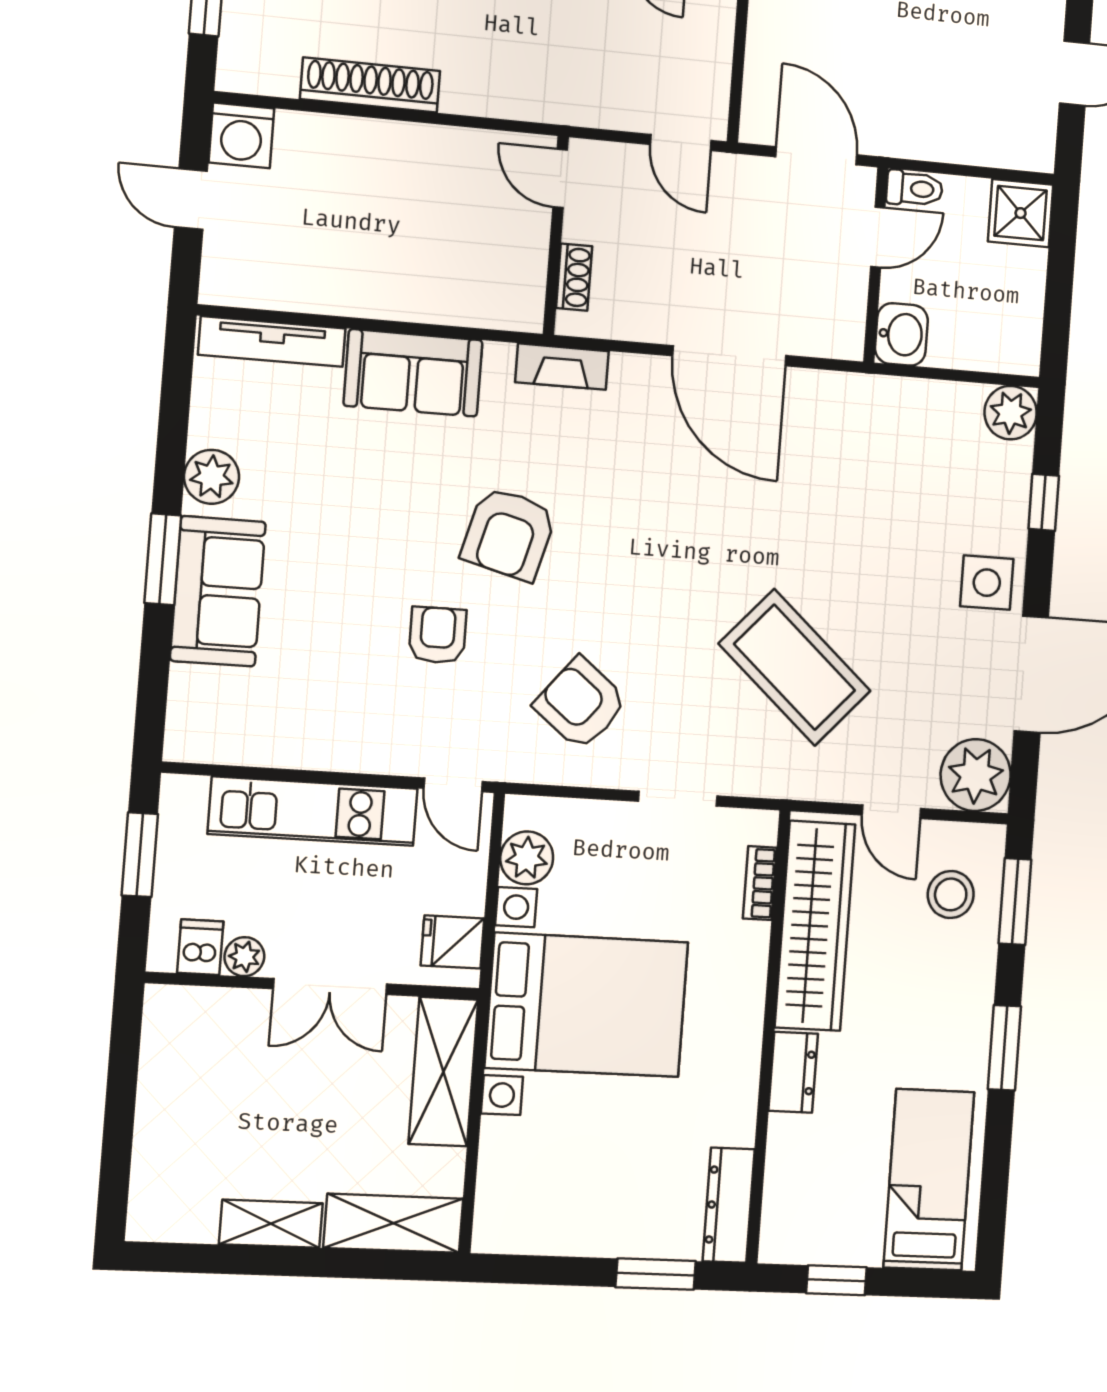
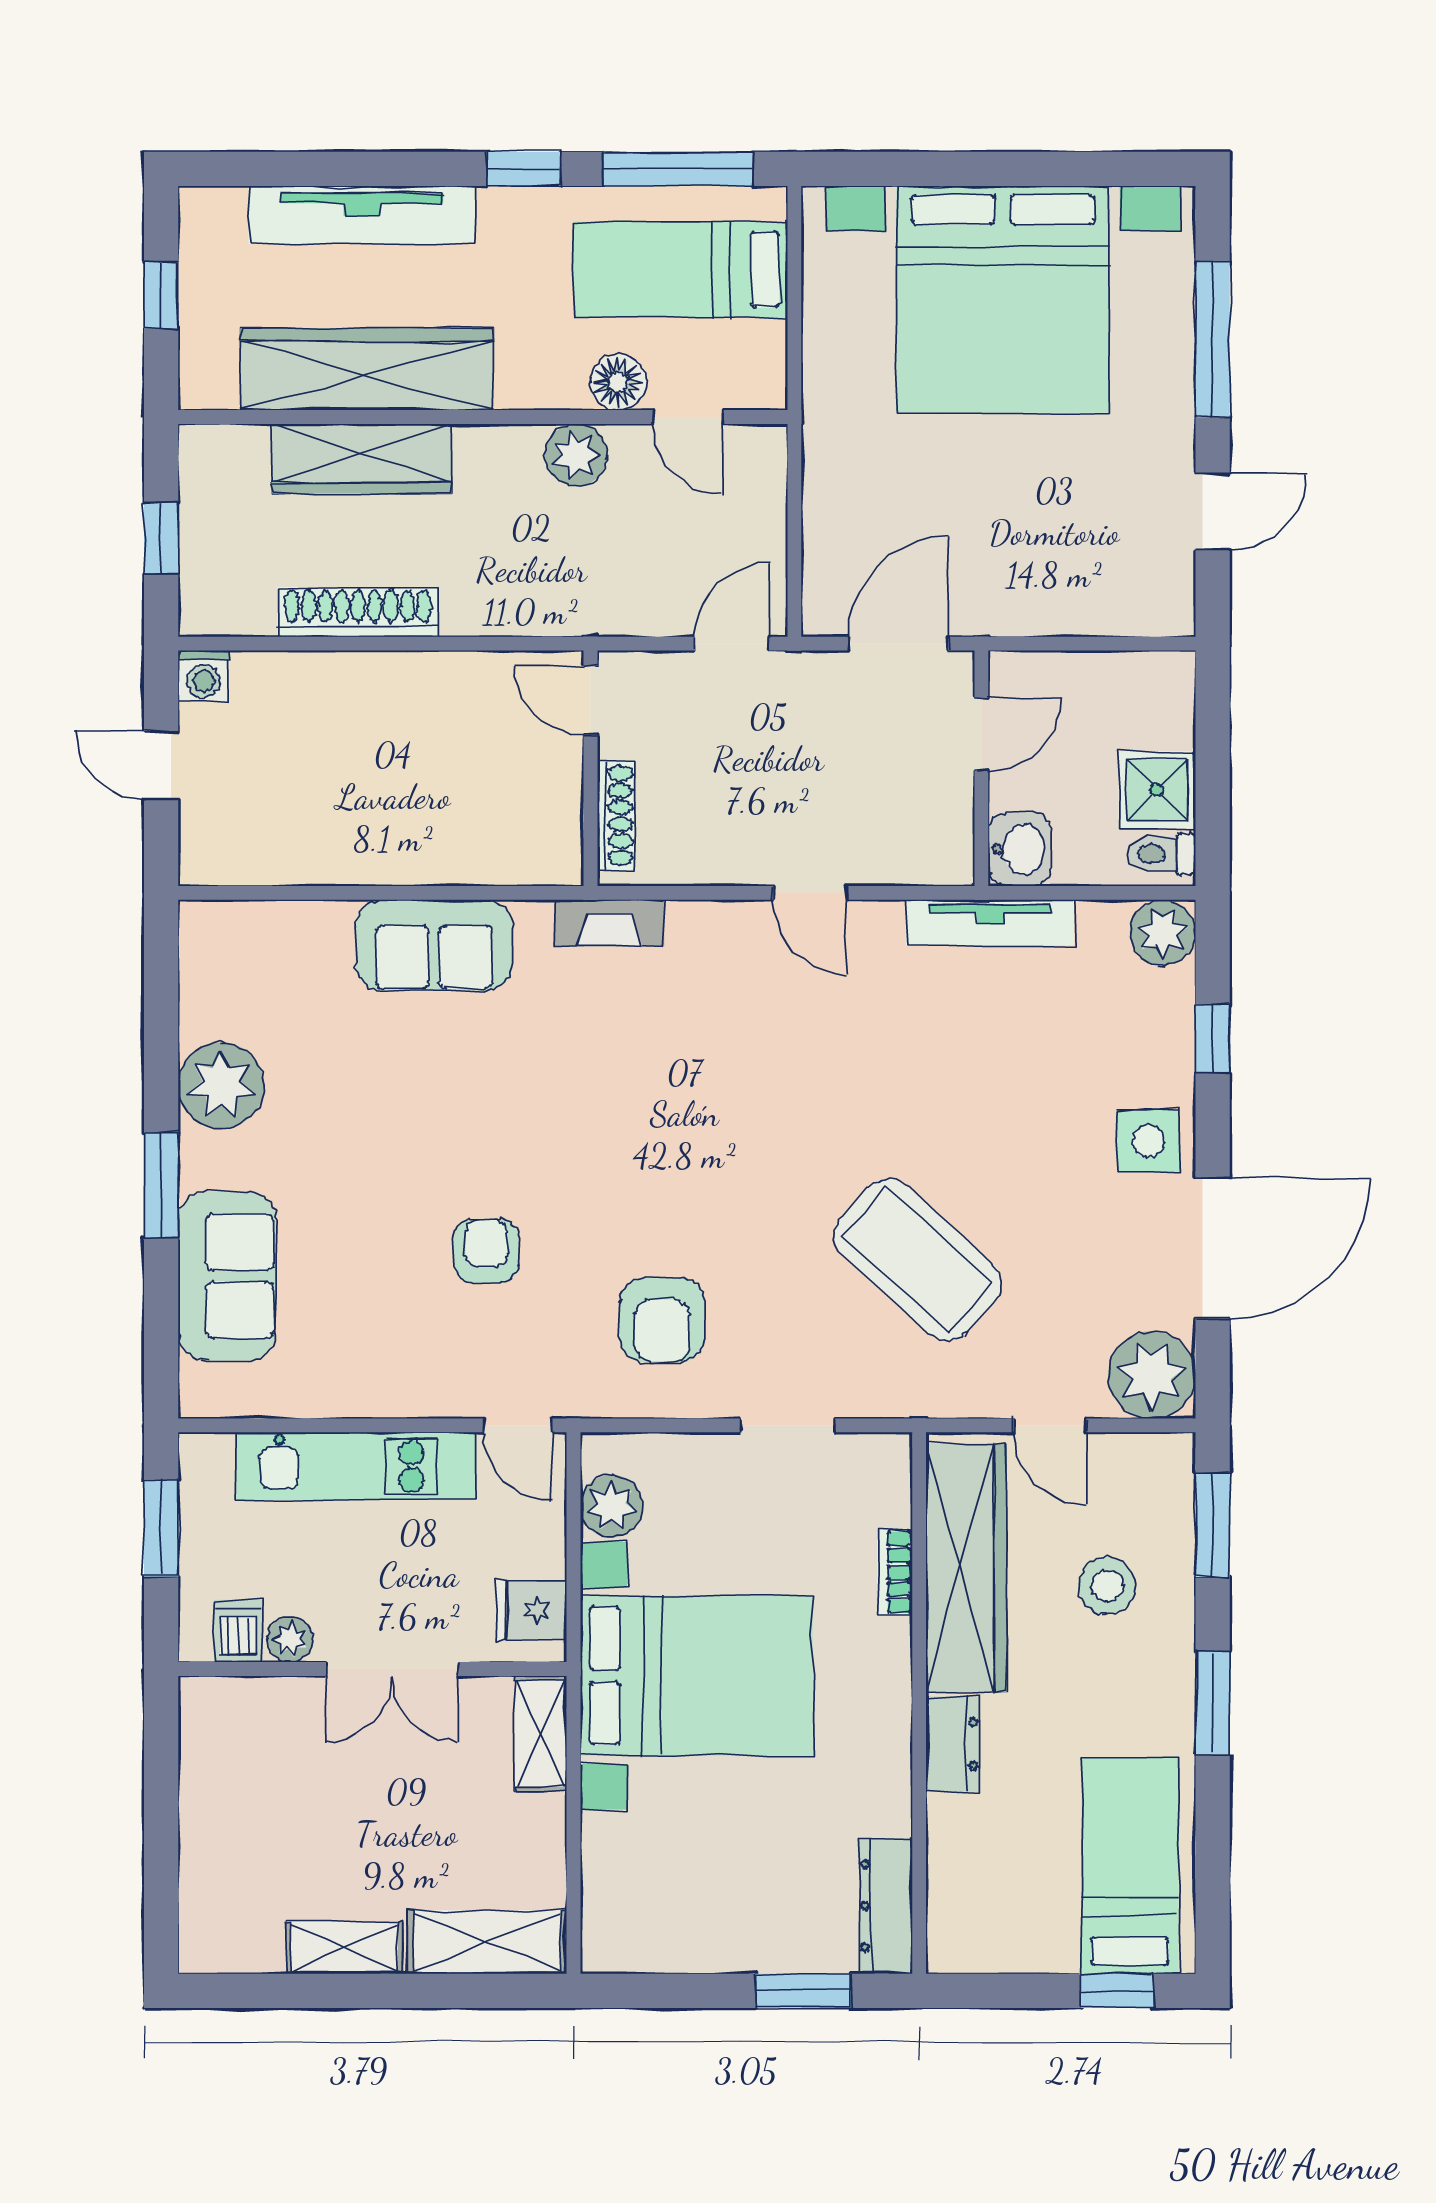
washing machine: (241, 135) -> (204, 676), width x0.73, depth x0.73
door: (681, 143) -> (732, 644), swing flipped
door: (816, 156) -> (898, 644), hinge flipped
toilet: (915, 189) -> (1161, 854), moved, turned 180
shower: (1021, 213) -> (1157, 790), moved
shoe rack: (574, 277) -> (616, 816), width x1.43
tv unit: (272, 342) -> (990, 922), moved
door: (729, 356) -> (810, 893), width x0.53
plant: (212, 477) -> (221, 1085), width x1.36, depth x1.36
armchair: (509, 534) -> (561, 1125), removed
sofa: (218, 591) -> (227, 1276), moved
armchair: (581, 704) -> (662, 1320), turned -129
bookcase: (760, 883) -> (895, 1572), moved
stool: (951, 894) -> (1107, 1586), moved
shelving: (443, 1072) -> (541, 1734), width x0.67, depth x0.75
window: (836, 1280) -> (1117, 1991), moved

